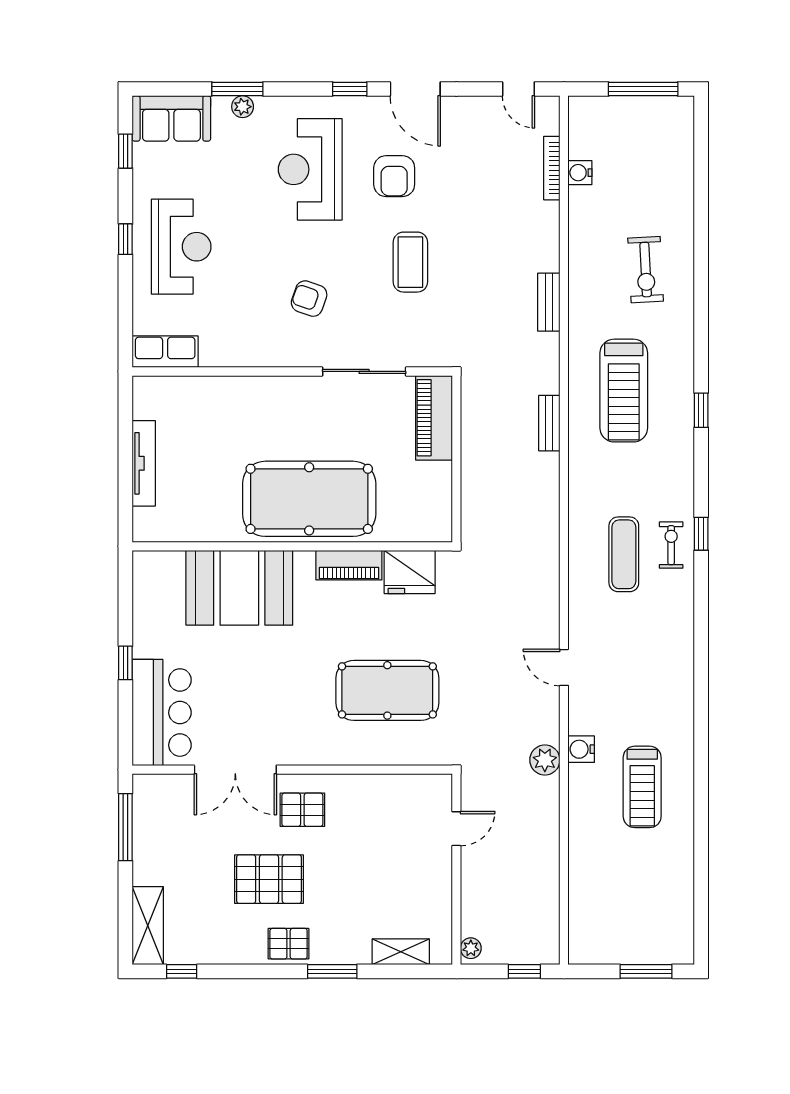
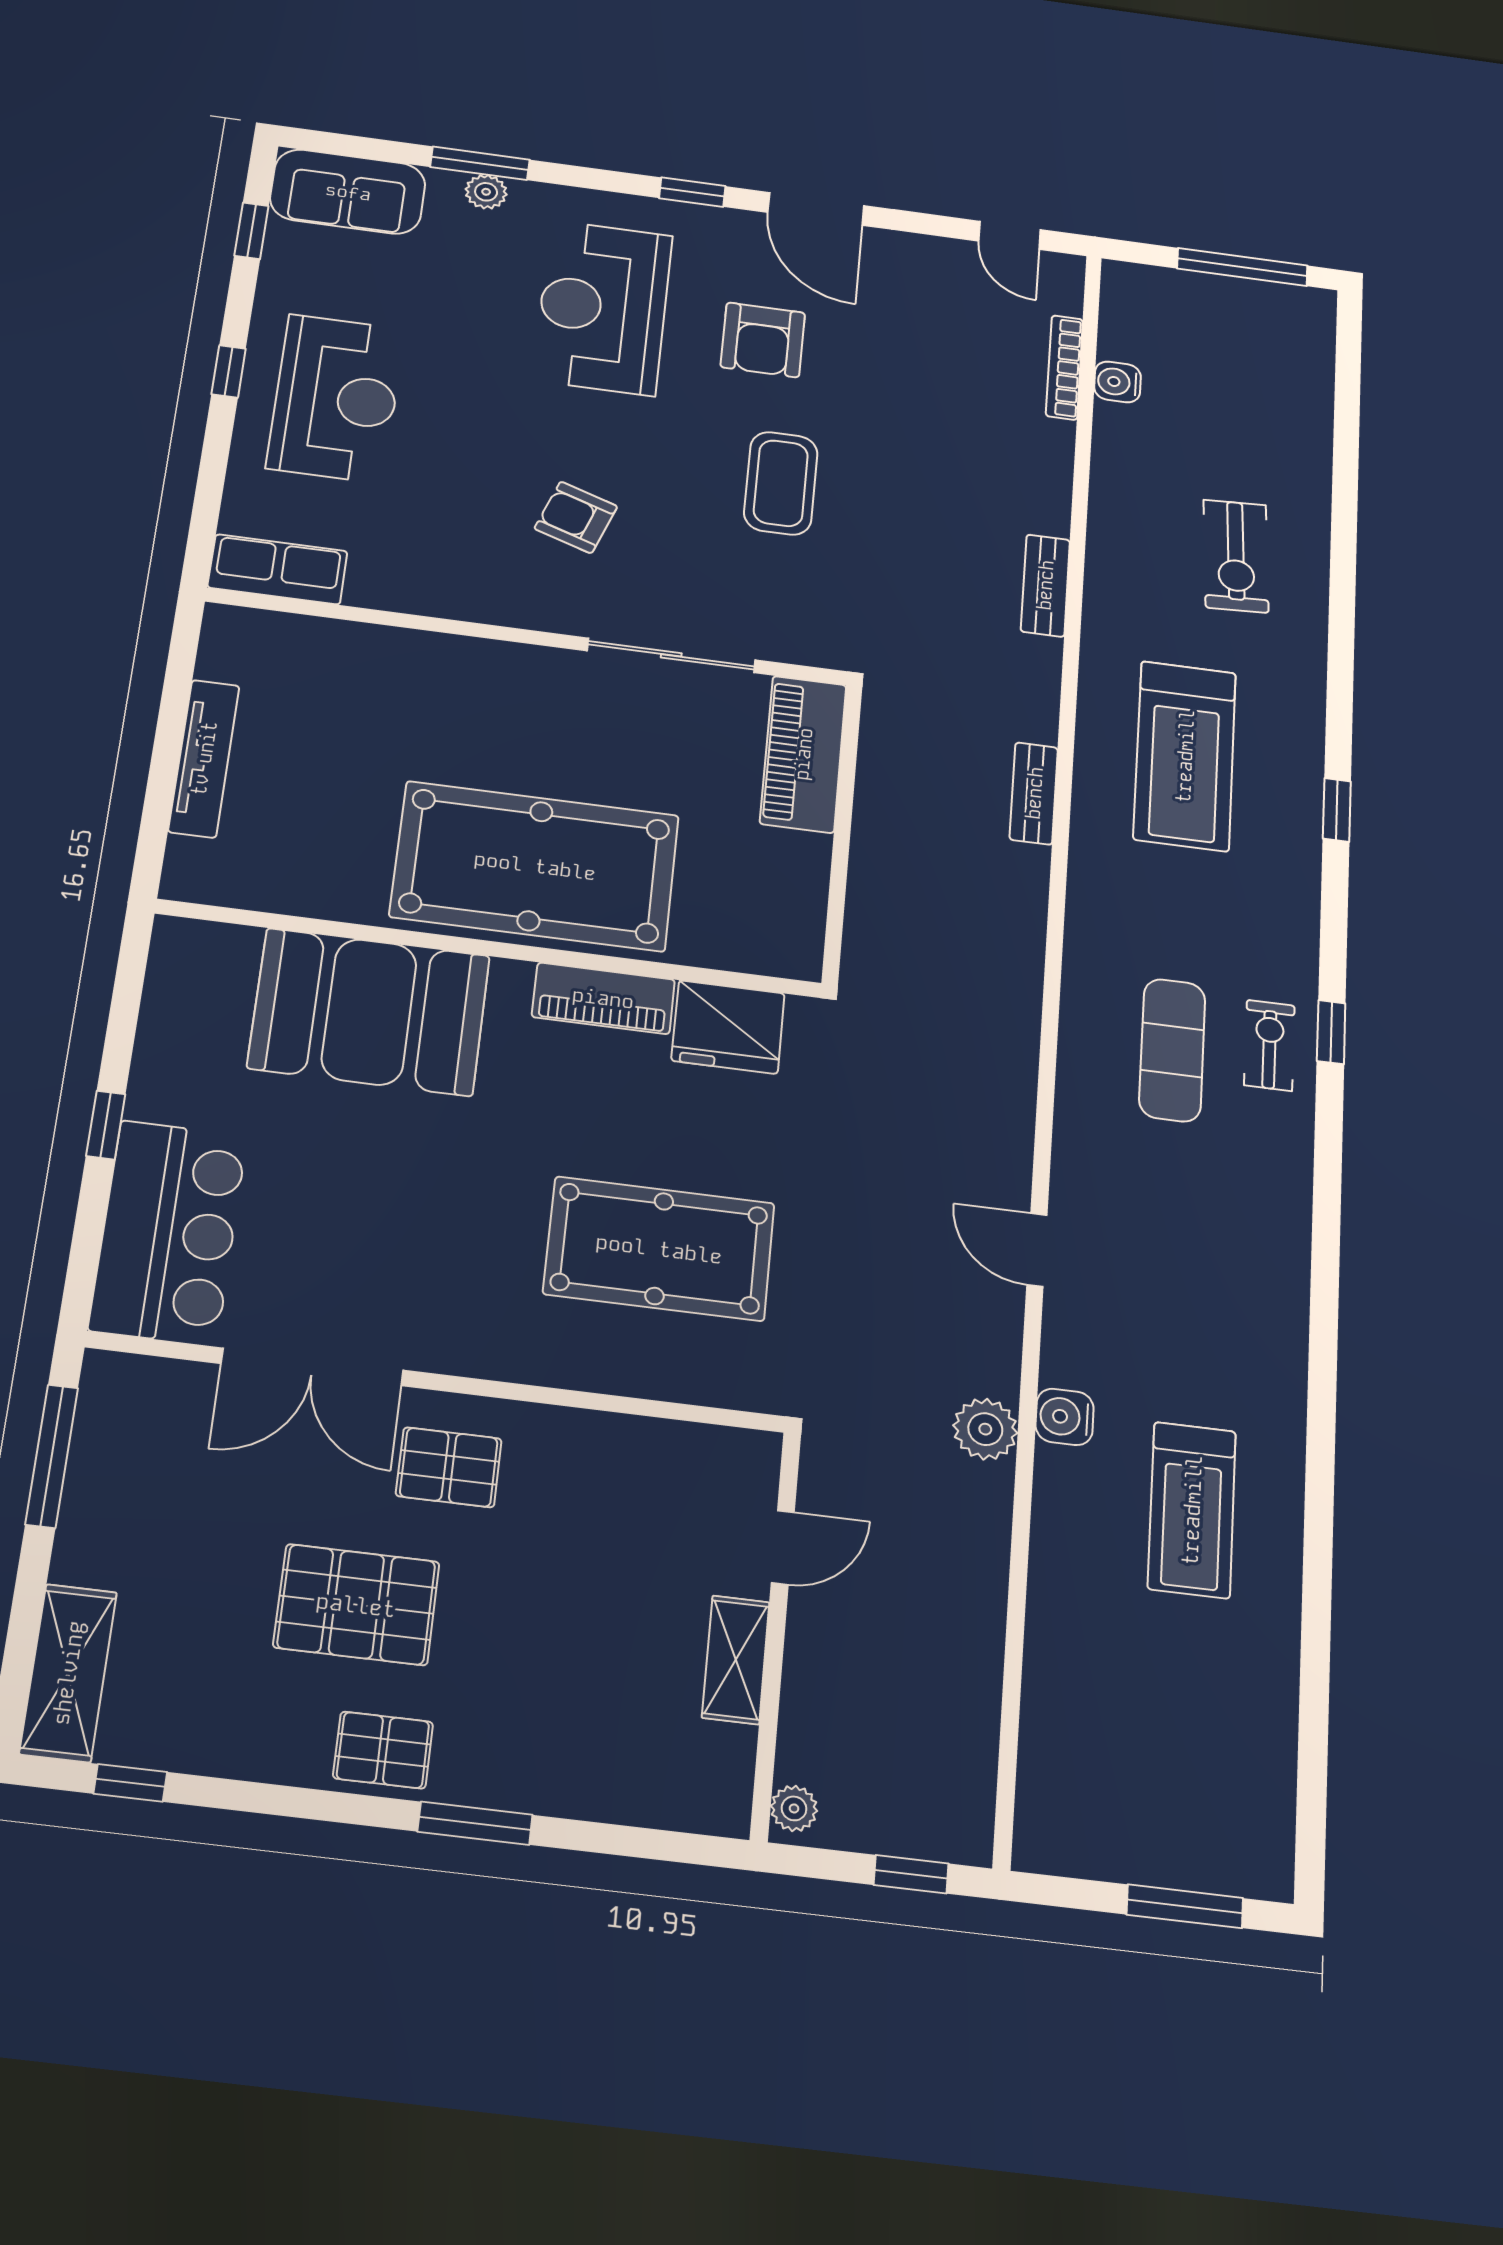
shelving: (401, 952) -> (736, 1660), moved, turned 90

